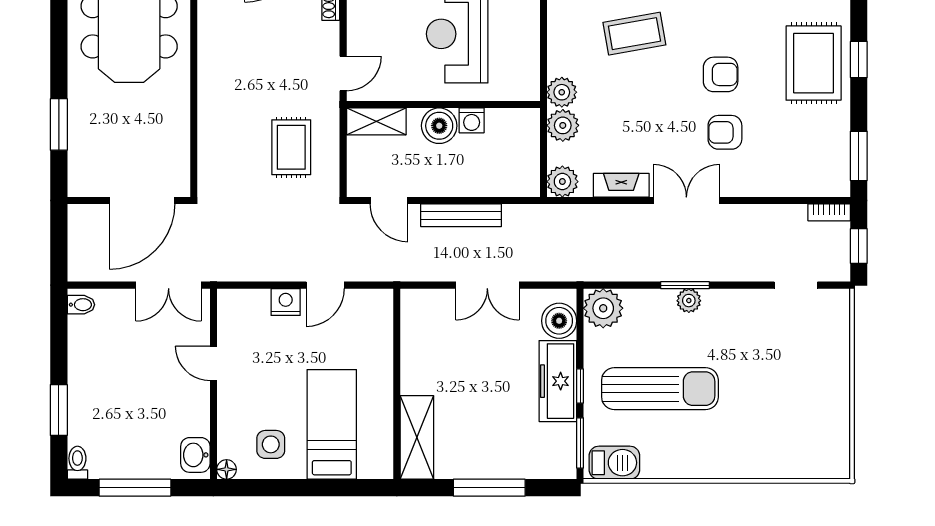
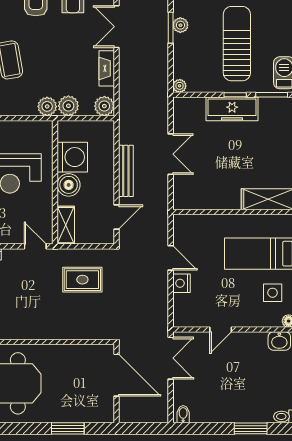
washing machine: (472, 120) -> (72, 157), width x1.89, depth x1.89
plant: (603, 308) -> (180, 86), width x0.53, depth x0.53
boiler: (559, 321) -> (193, 108), removed

